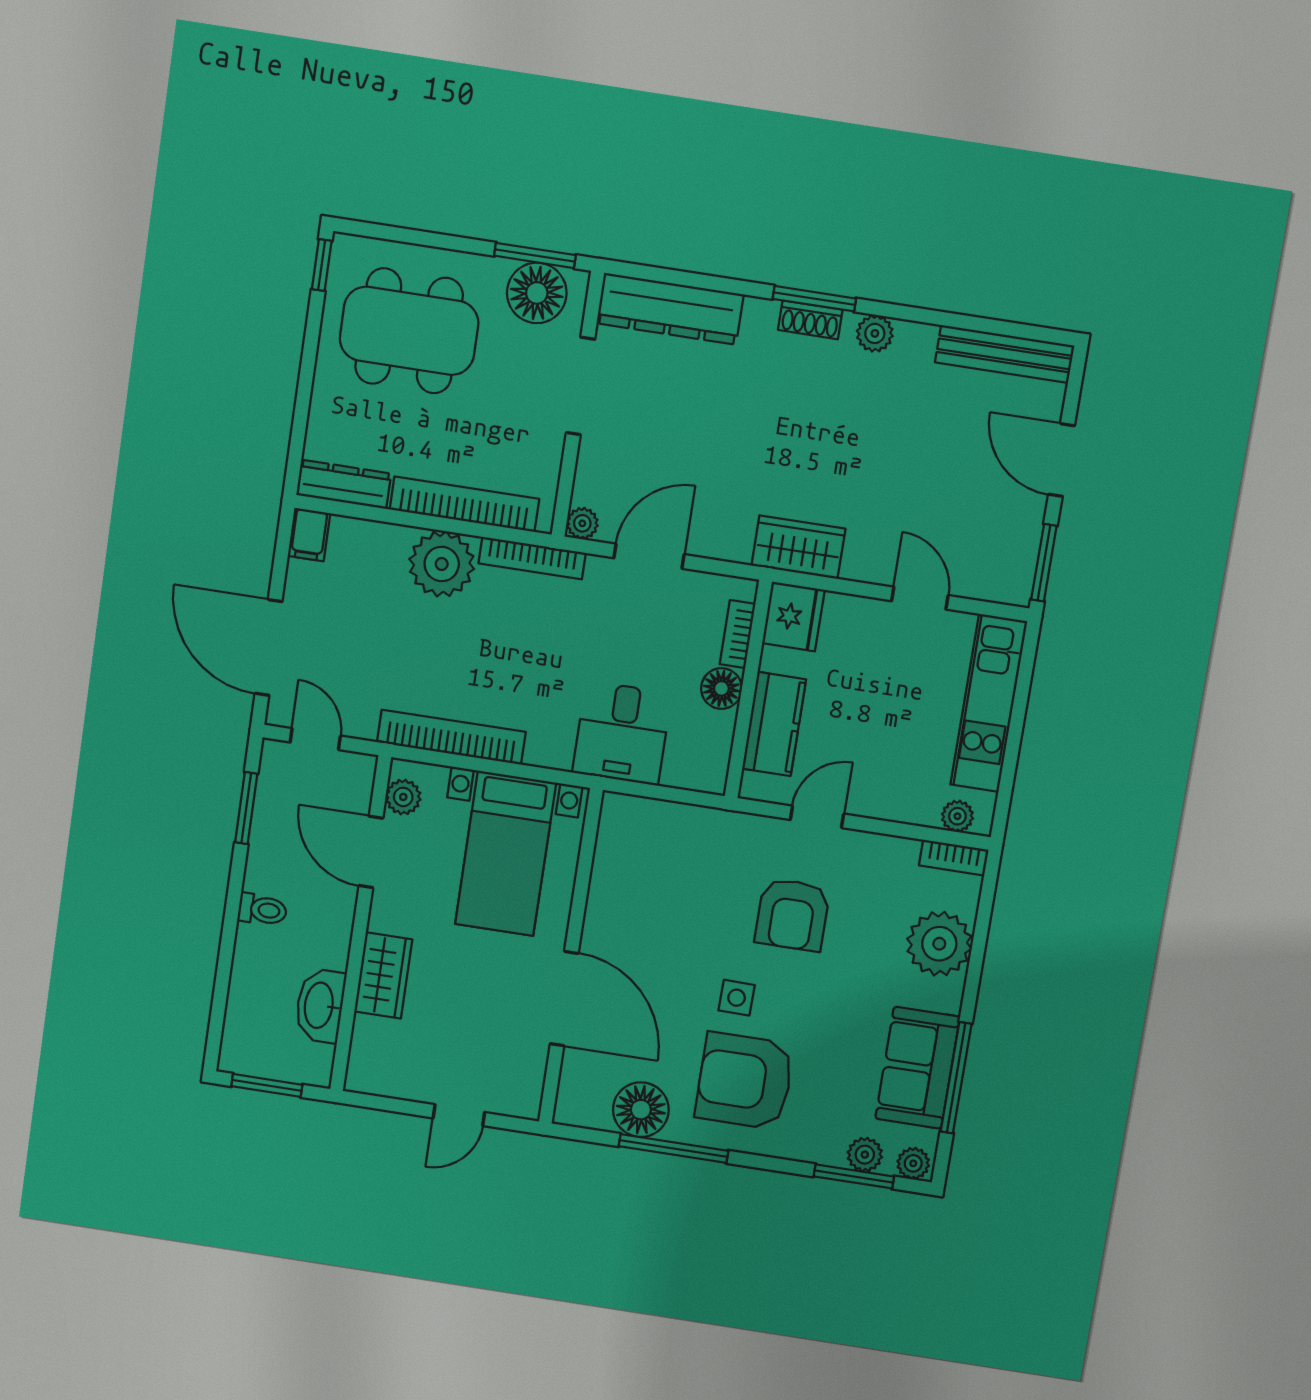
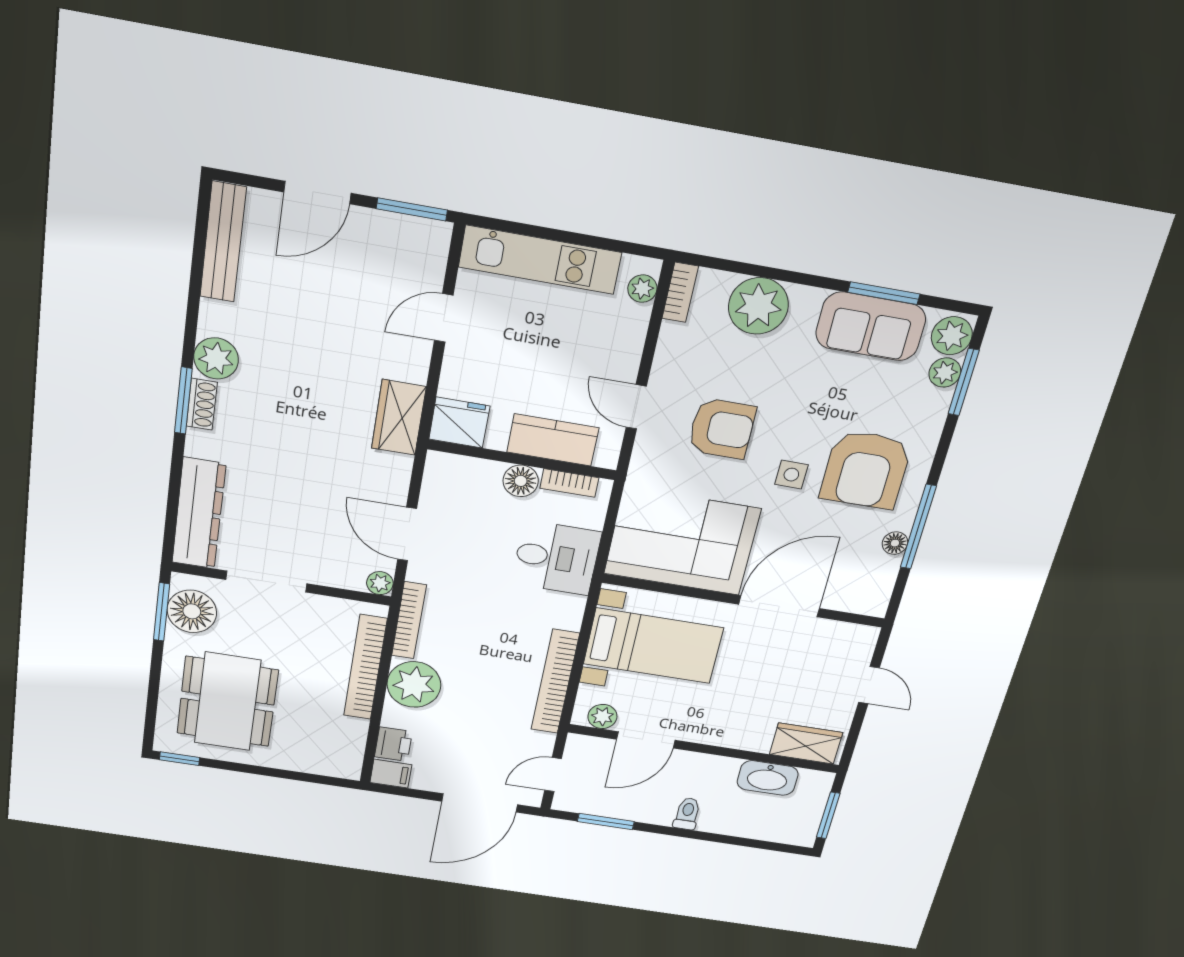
plant: (875, 333) -> (216, 358), width x1.38, depth x1.38
dresser: (344, 484) -> (351, 749), removed
printer: (353, 538) -> (393, 744), added
bookcase: (738, 634) -> (569, 483), moved
corner sofa: (648, 879) -> (682, 541), added
wardrobe: (383, 975) -> (806, 743), moved
window: (956, 1078) -> (884, 293), width x0.69
floor lamp: (641, 1110) -> (895, 543), width x0.53, depth x0.53
plant: (913, 1163) -> (952, 336), width x1.38, depth x1.38

